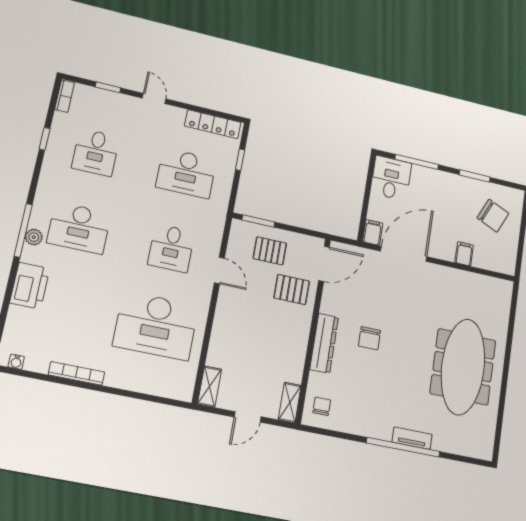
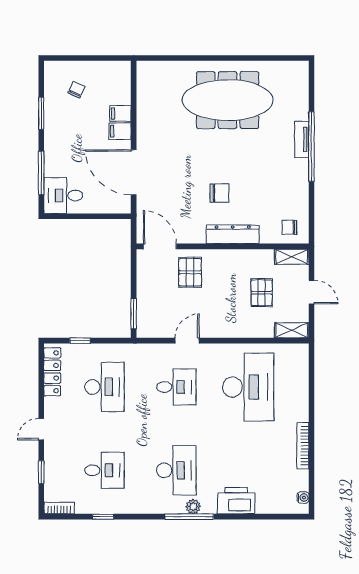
chair: (493, 216) -> (76, 90), width x0.54, depth x0.54
filing cabinet: (373, 232) -> (120, 131), moved
pallet: (270, 251) -> (262, 293), moved

